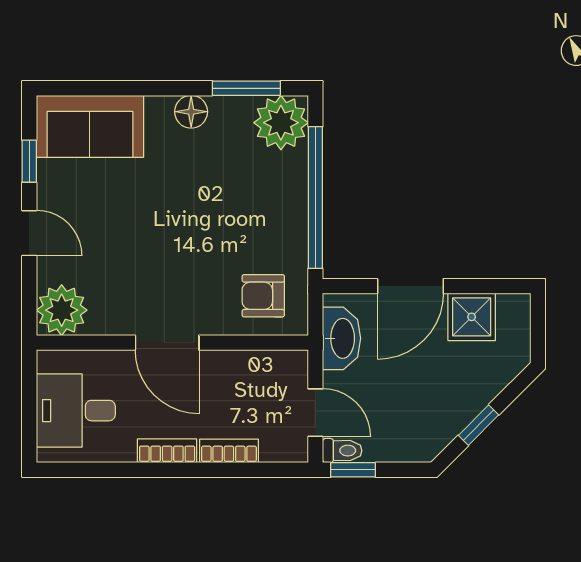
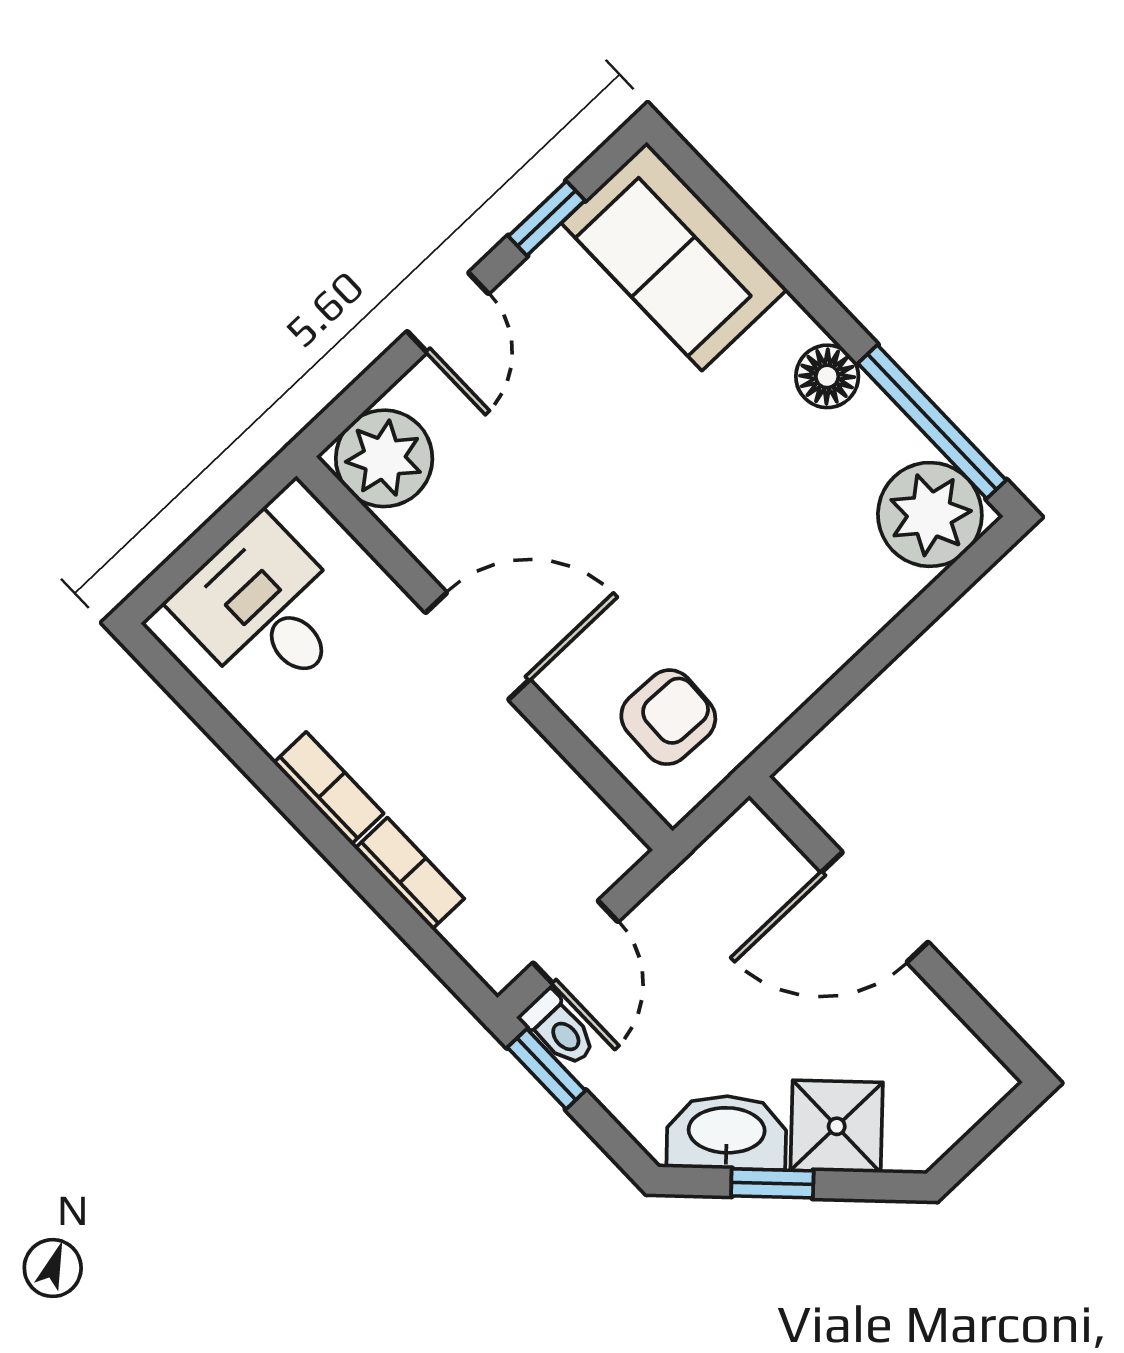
window: (246, 88) -> (932, 422), width x1.44
window: (315, 198) -> (872, 660), removed
armchair: (263, 296) -> (668, 717), turned 92
shower: (472, 317) -> (837, 1126), moved, turned 45
washbasin: (342, 338) -> (727, 1132), moved, turned -135
door: (167, 343) -> (478, 646), swing flipped

